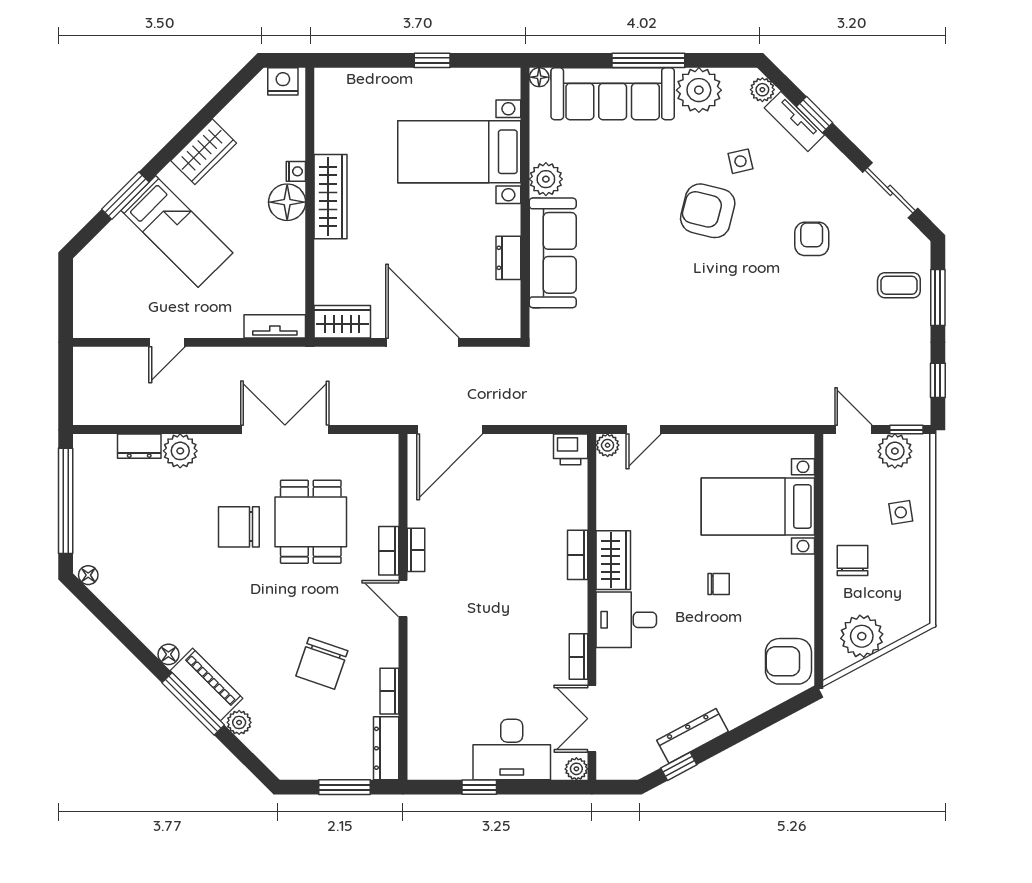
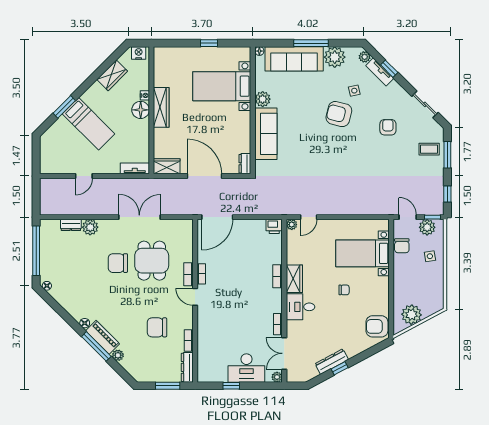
wardrobe: (204, 152) -> (112, 75), moved
dresser: (508, 258) -> (245, 164), moved
chair: (853, 560) -> (402, 246), moved, turned 180
chair: (322, 663) -> (157, 327), turned 71
window: (679, 766) -> (340, 368), moved

